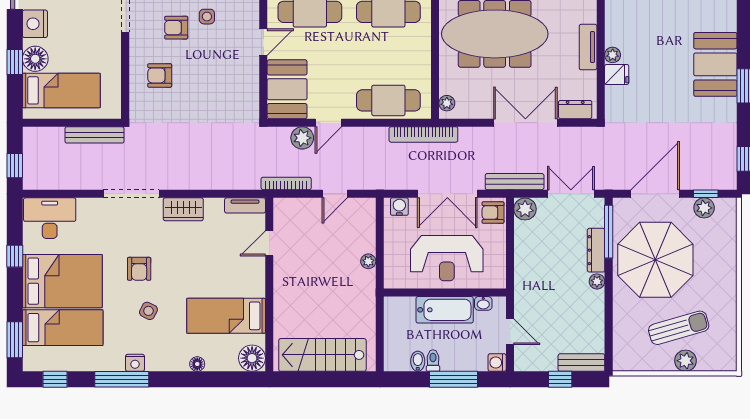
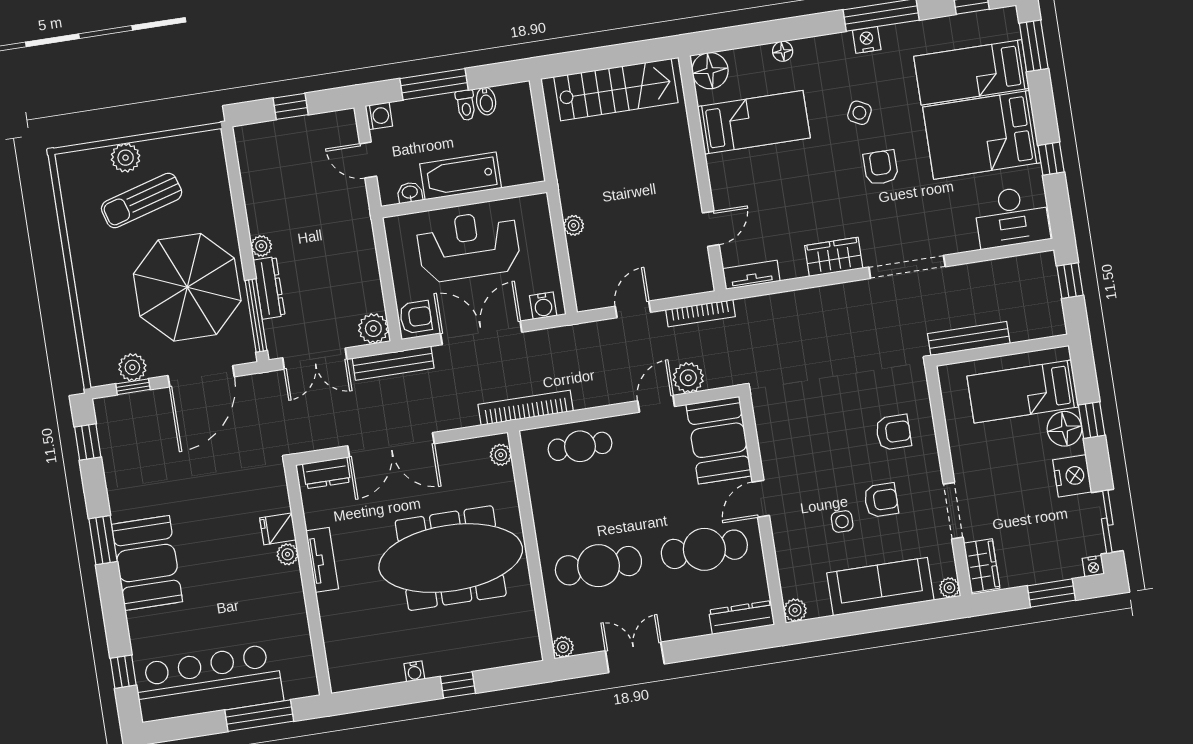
cafe table: (388, 100) -> (580, 446), width x0.73, depth x0.74
bench: (581, 363) -> (265, 133), removed

